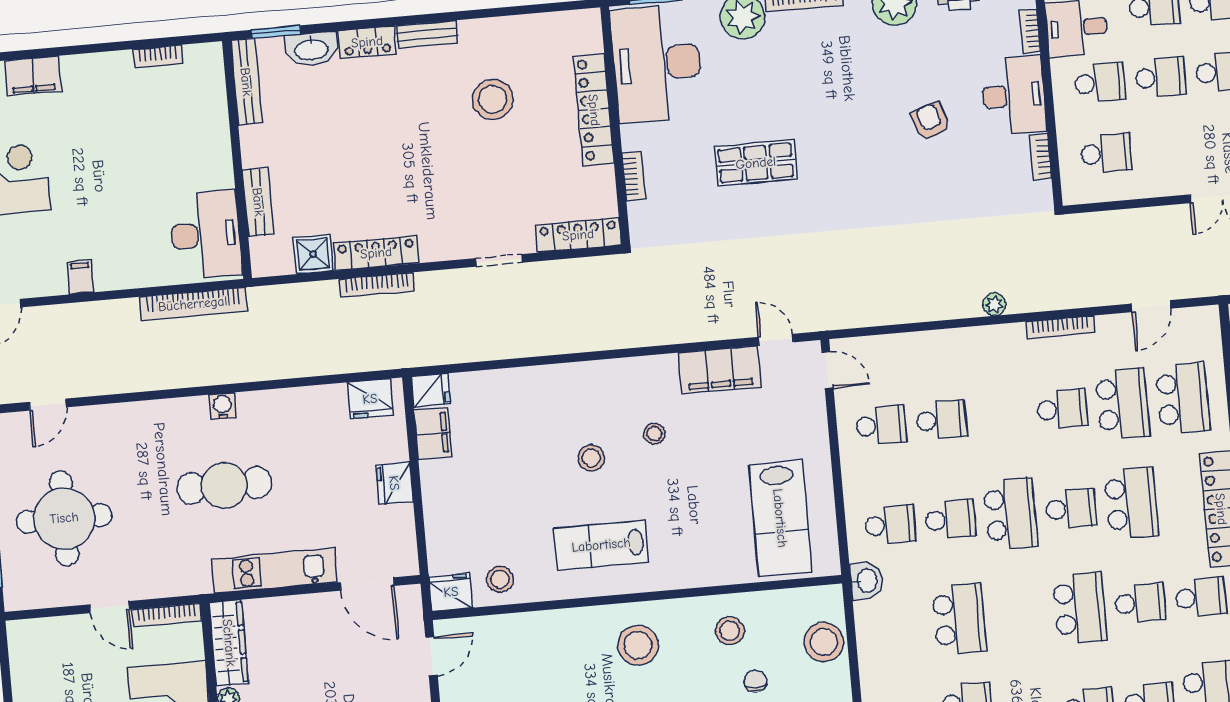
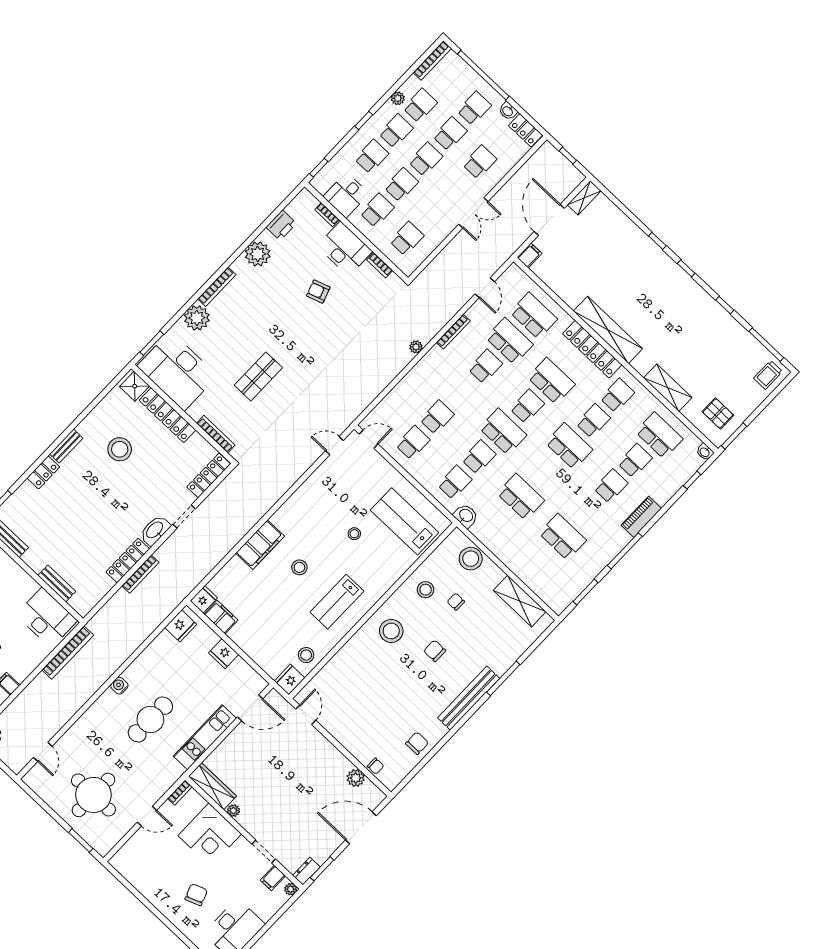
washbasin: (311, 49) -> (155, 530), moved, turned 180
bookcase: (634, 176) -> (216, 434), width x1.56
shower: (313, 254) -> (135, 386), moved
filing cabinet: (720, 370) -> (260, 545), moved
stool: (654, 434) -> (354, 534), moved
lab bench: (780, 518) -> (405, 521), turned 180
bookcase: (167, 615) -> (180, 793), width x0.64

